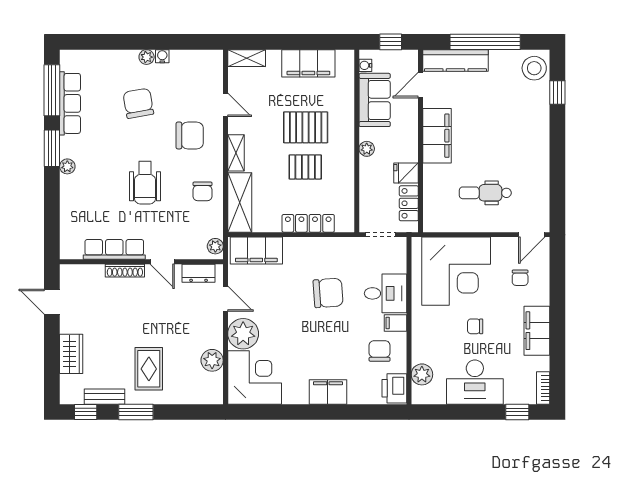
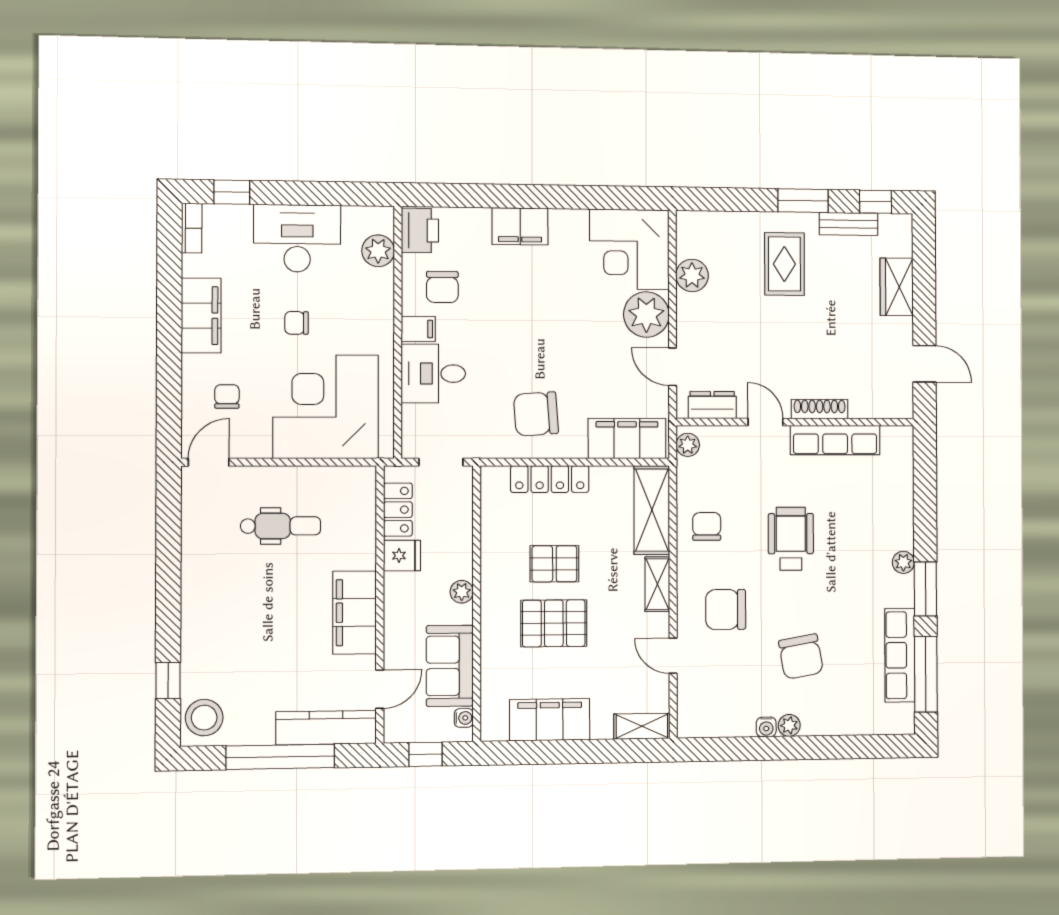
chair: (328, 293) -> (536, 414), moved
chair: (475, 326) -> (297, 323), turned 180

